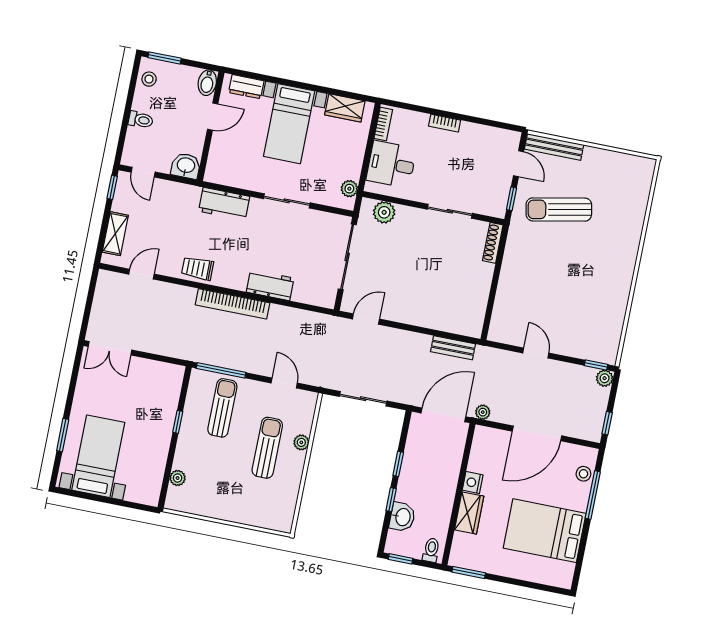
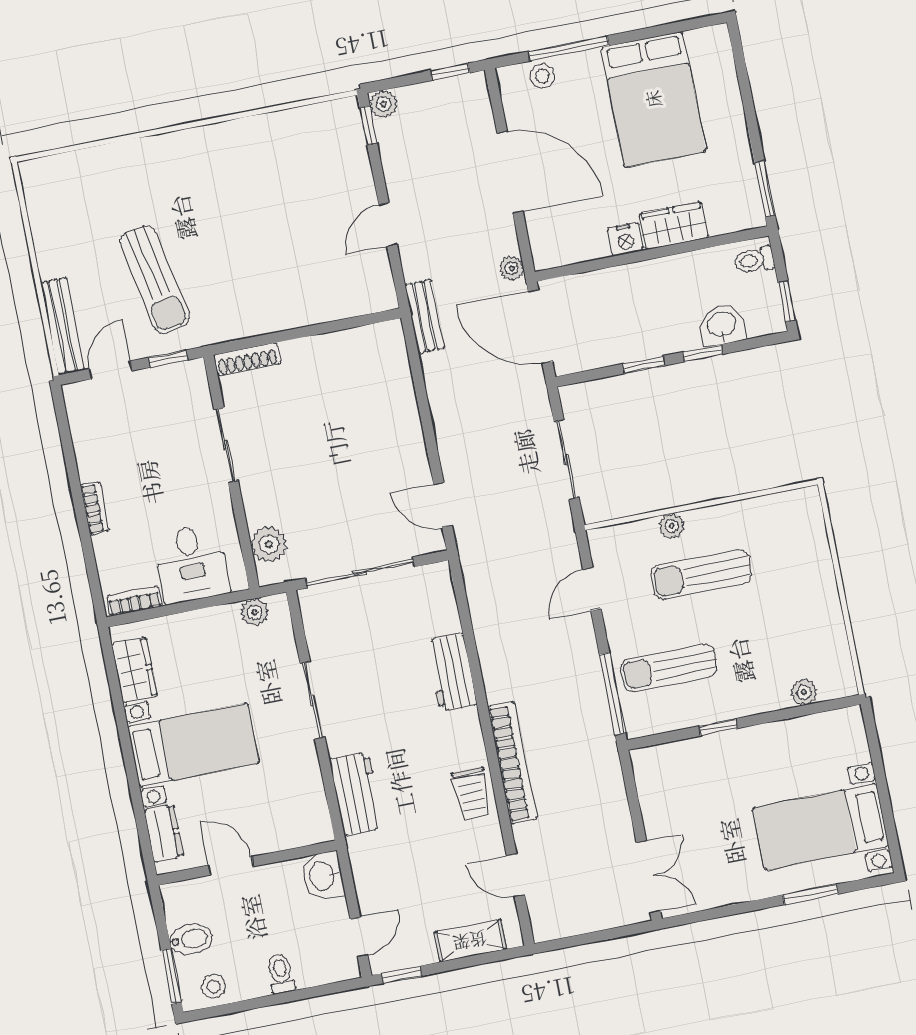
bidet: (207, 83) -> (191, 939), moved
bookcase: (233, 304) -> (512, 763), moved
bench: (453, 348) -> (425, 316), moved

